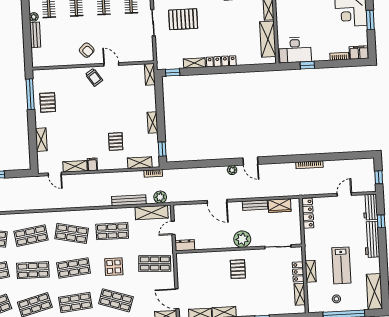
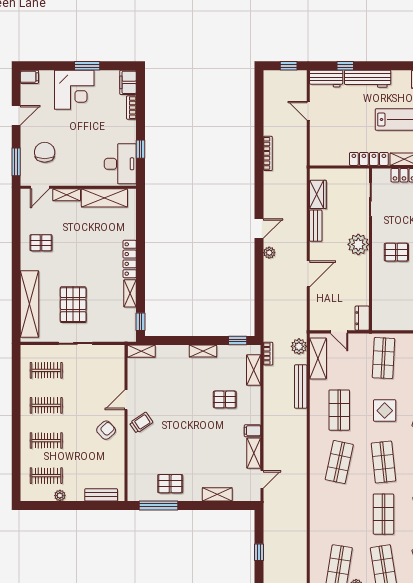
bench: (35, 35) -> (101, 495), moved
locker: (308, 213) -> (369, 159), moved
shop shelf: (31, 236) -> (339, 514), removed

